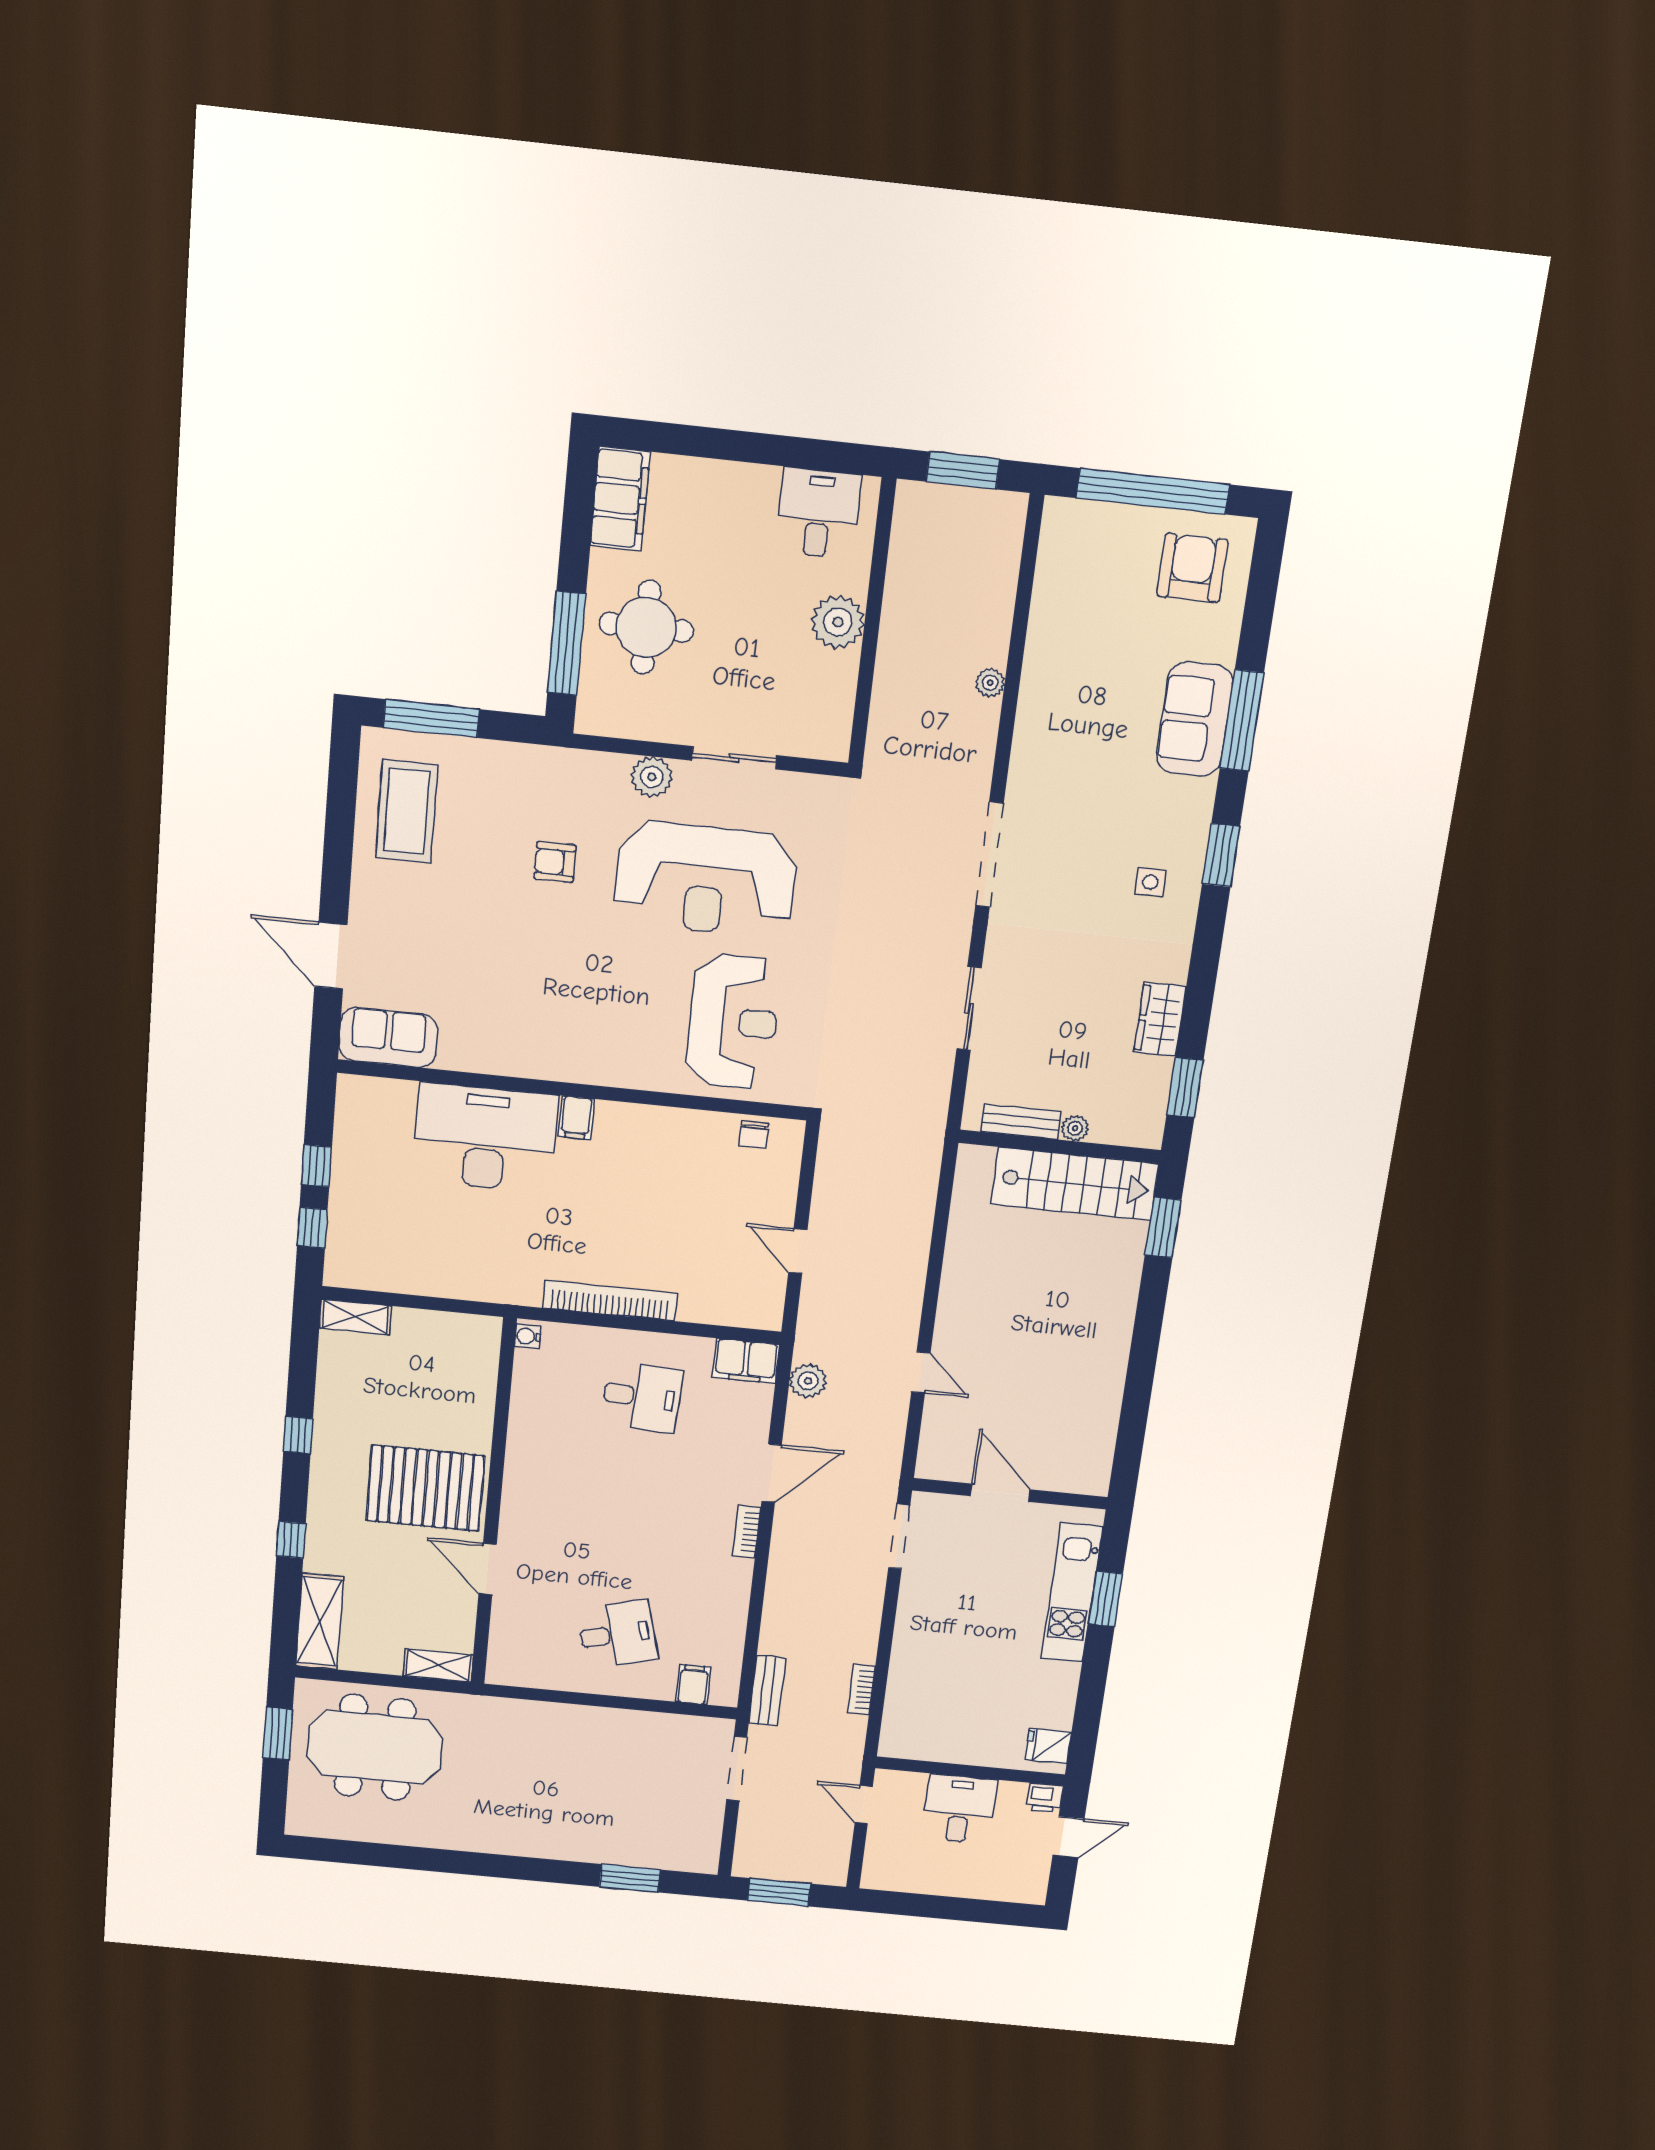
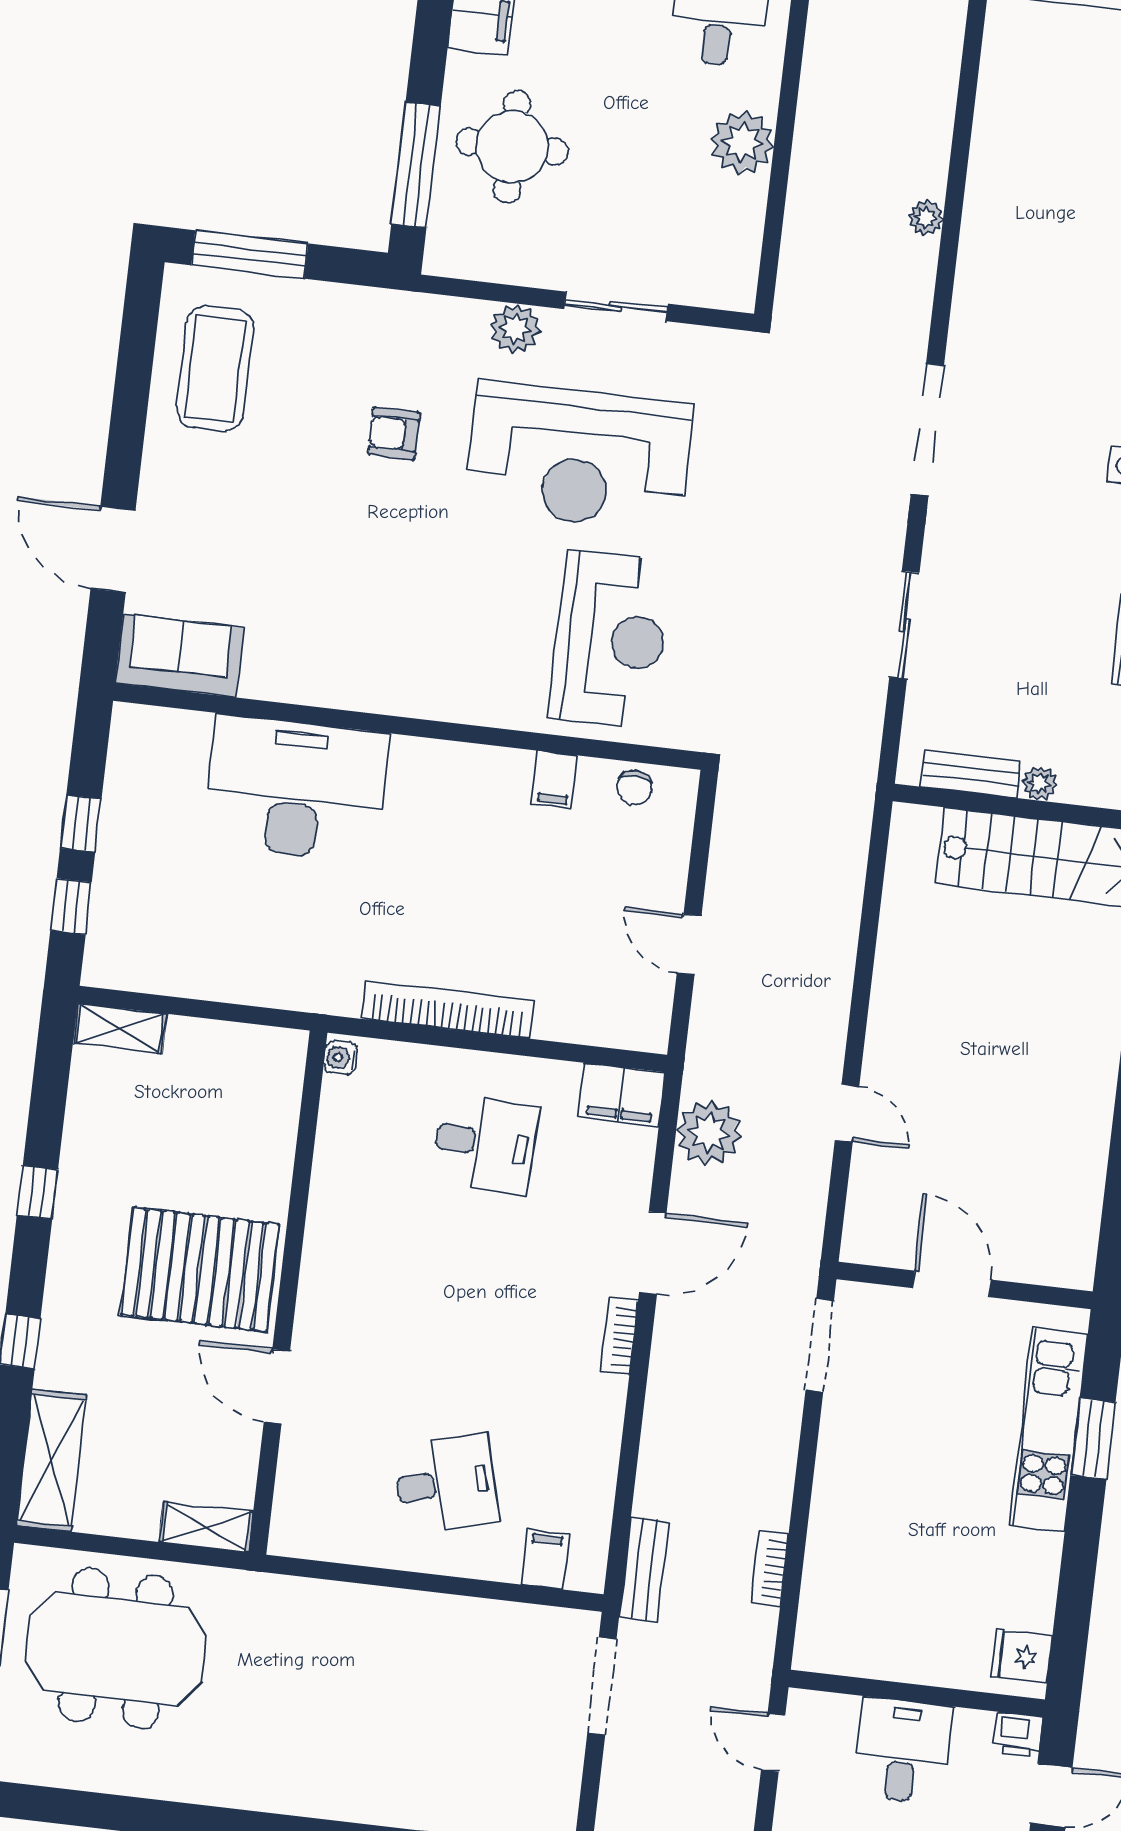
filing cabinet: (576, 1118) -> (554, 780), moved
plant: (808, 1381) -> (709, 1133), width x1.36, depth x1.36

